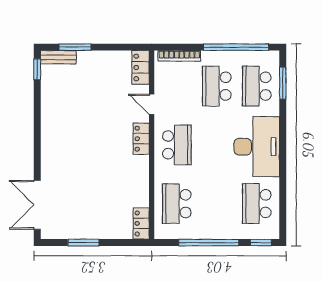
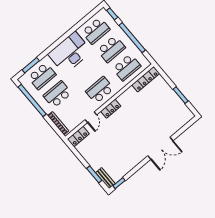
school desk: (217, 86) -> (57, 94), turned 180
school desk: (217, 204) -> (111, 49), added
double door: (37, 205) -> (160, 148), moved
locker: (141, 223) -> (146, 79), width x1.53

